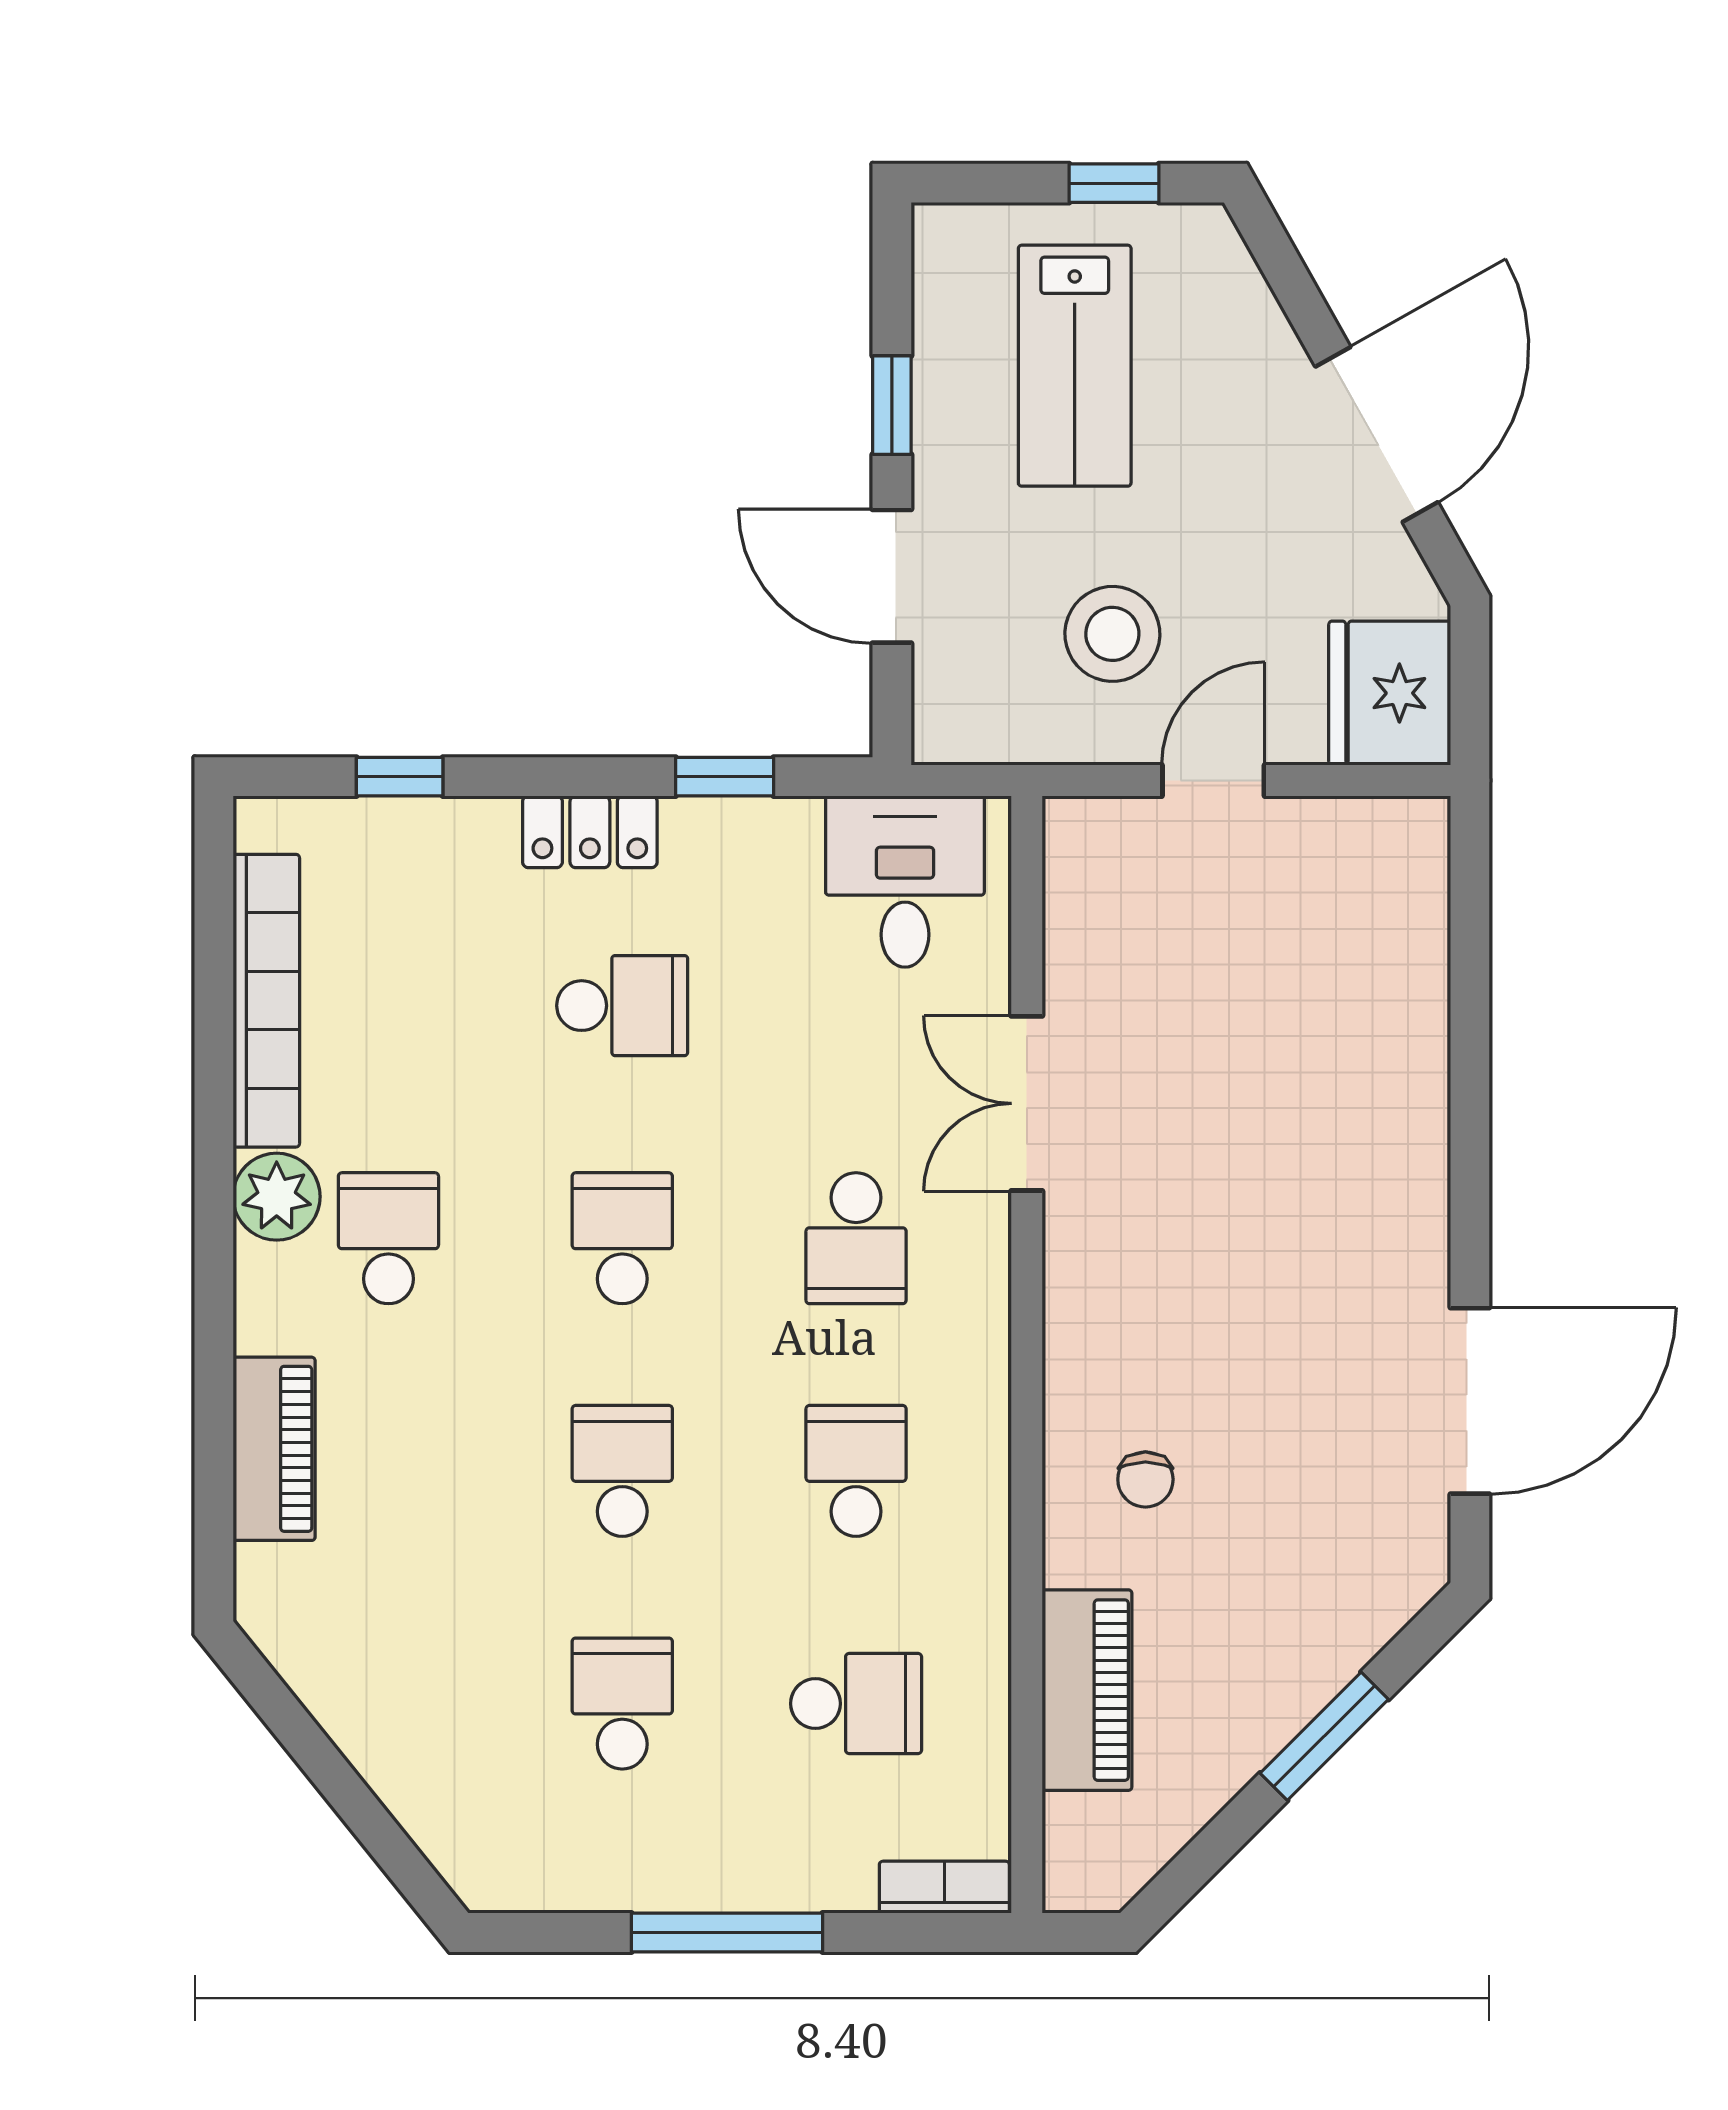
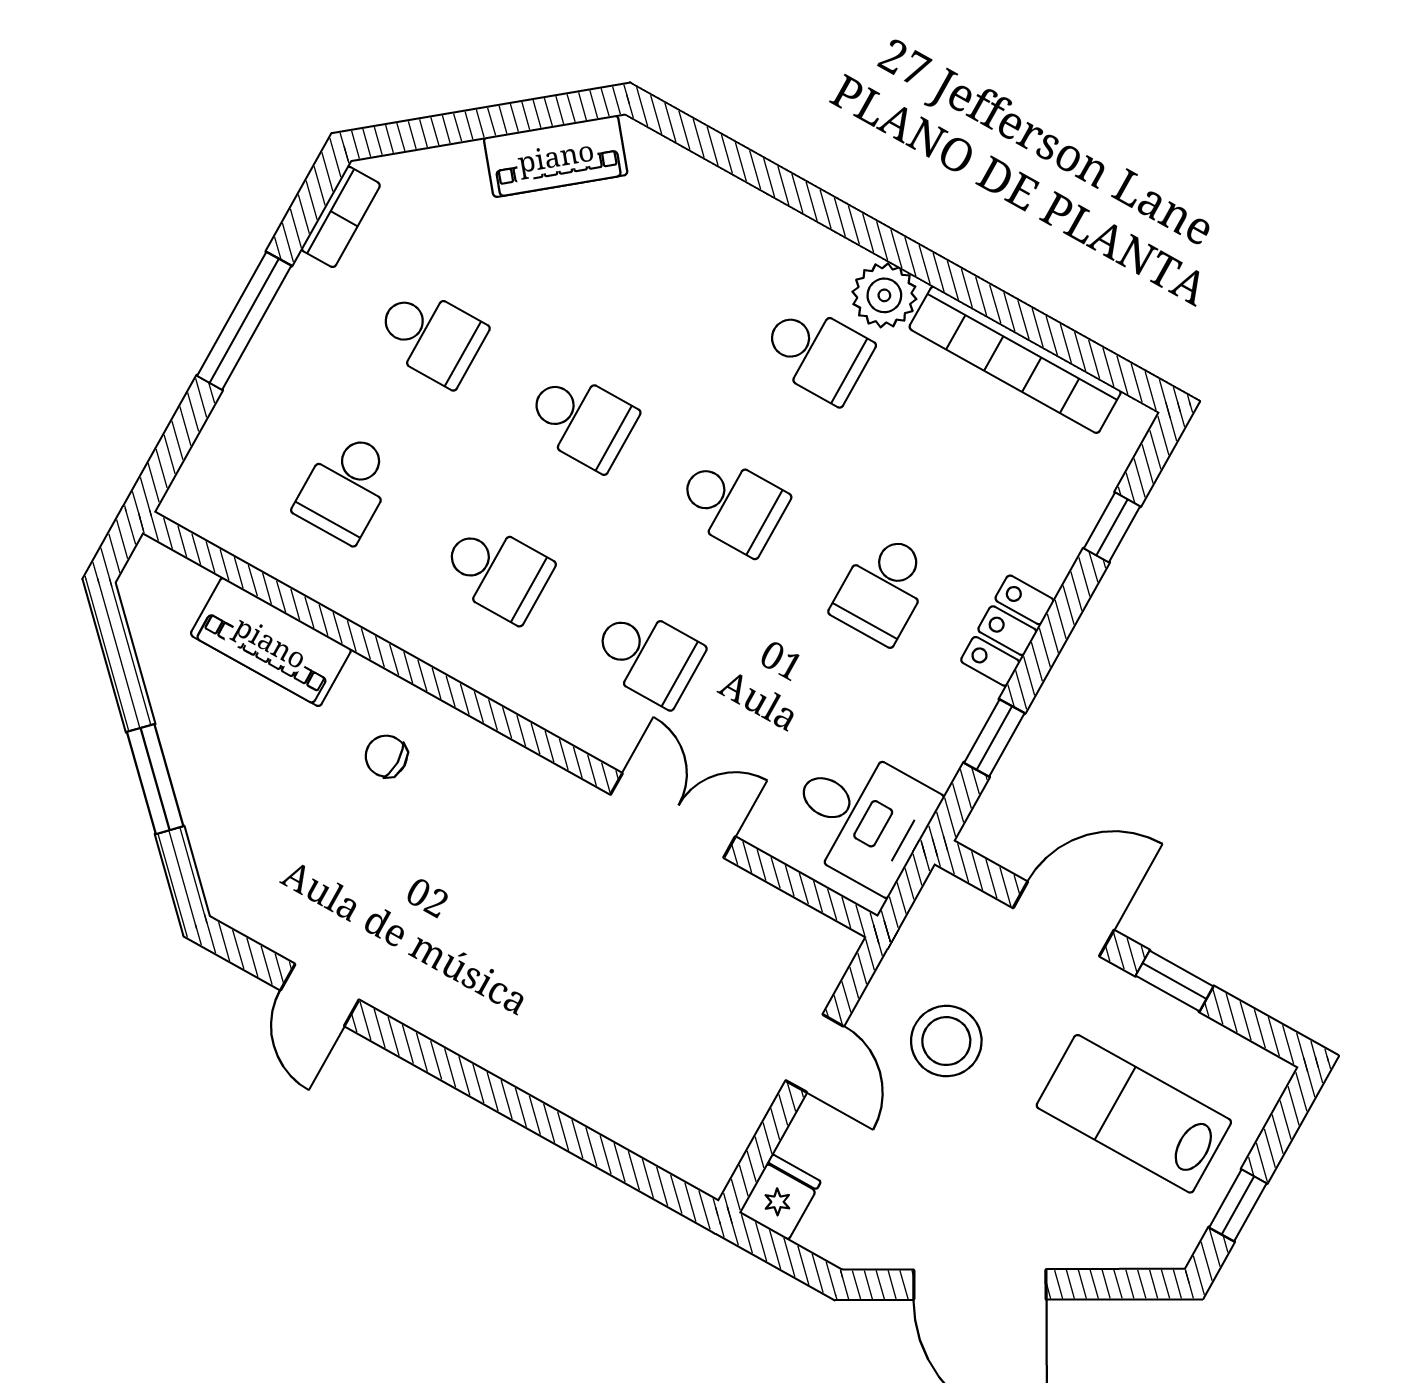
fridge: (1390, 693) -> (780, 1197), width x0.53, depth x0.75
school desk: (856, 1238) -> (647, 656), turned 180
door: (1470, 1401) -> (320, 995), width x0.53
piano: (274, 1449) -> (556, 156), moved, turned -39
bookcase: (944, 1887) -> (341, 217), moved

